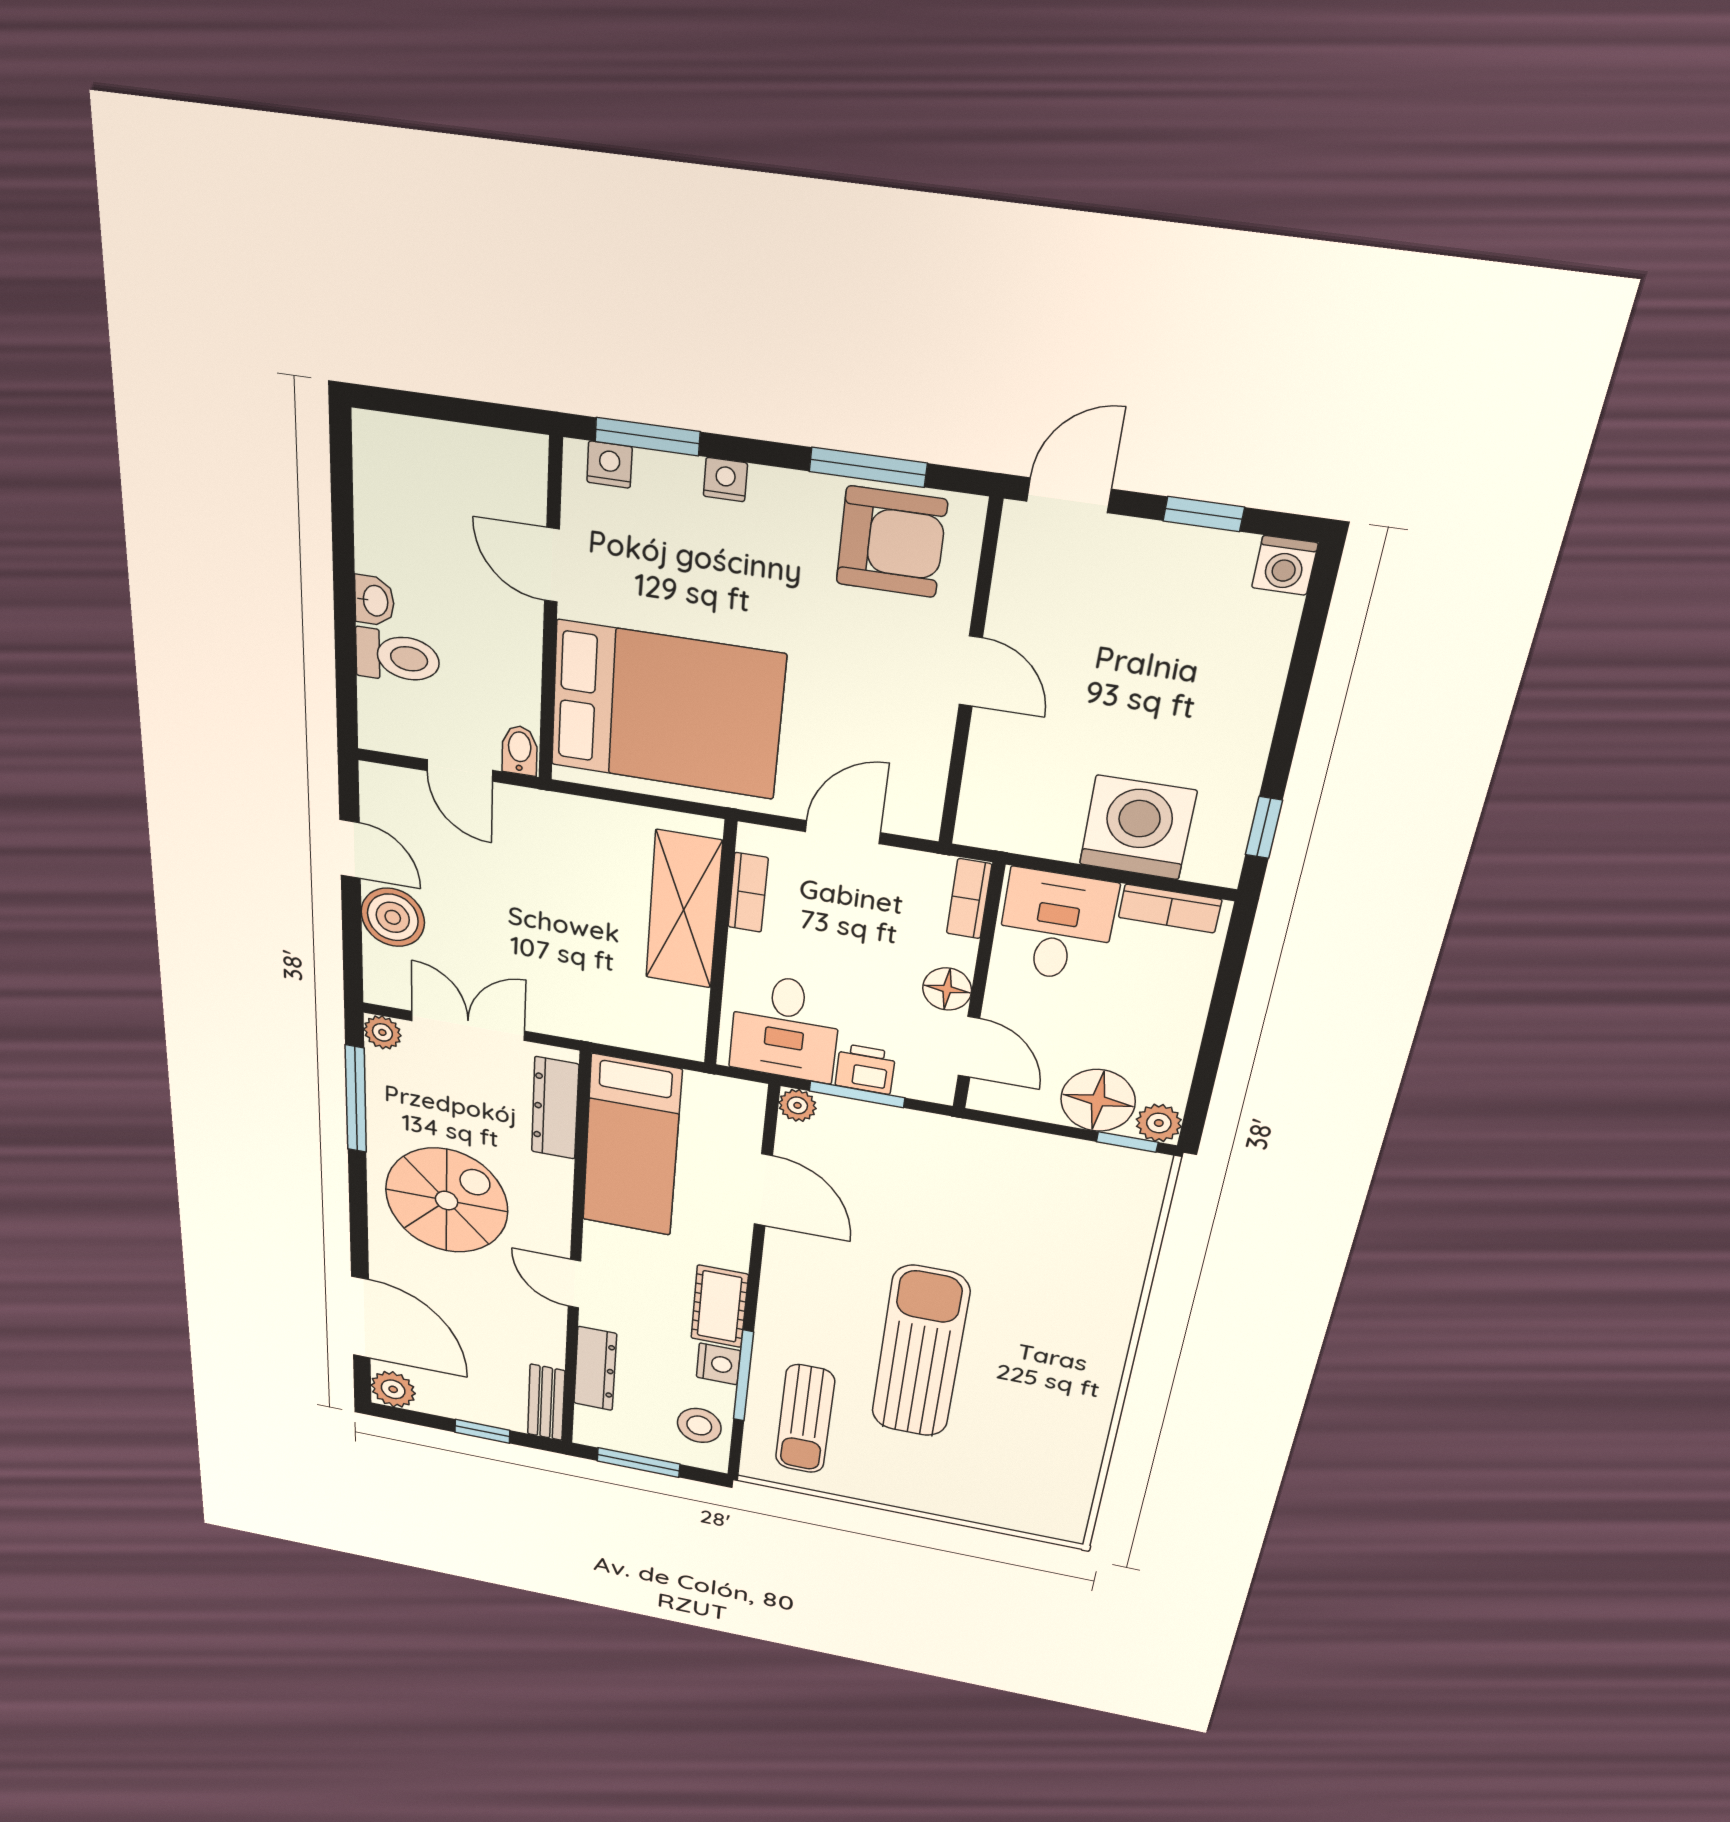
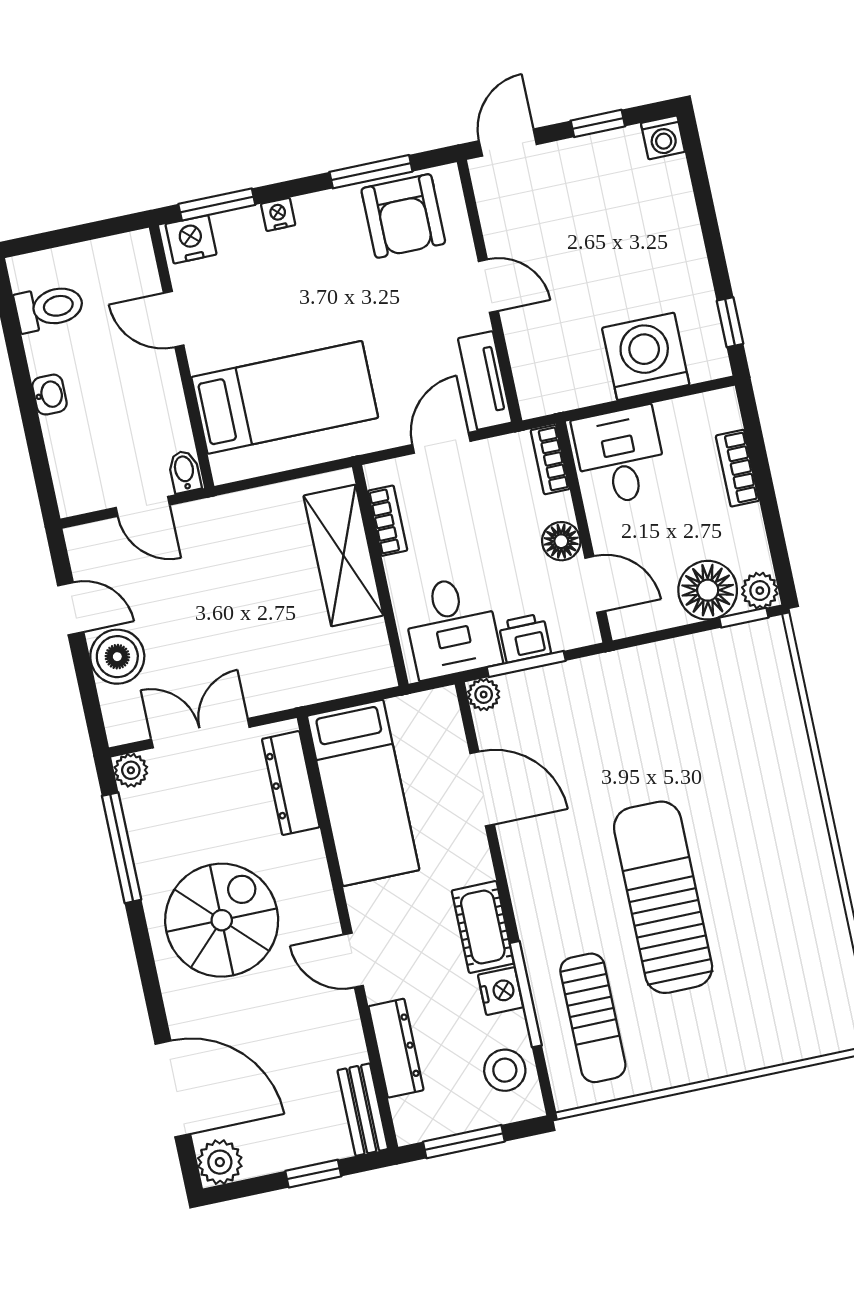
nightstand: (610, 465) -> (191, 239), width x1.39, depth x1.35
armchair: (891, 542) -> (403, 216), turned 90
toilet: (397, 657) -> (49, 308), moved
bed: (666, 710) -> (285, 397), width x0.67
tv unit: (923, 782) -> (485, 380), added
bookcase: (1170, 909) -> (737, 468), moved, turned 90

